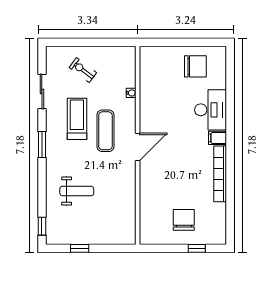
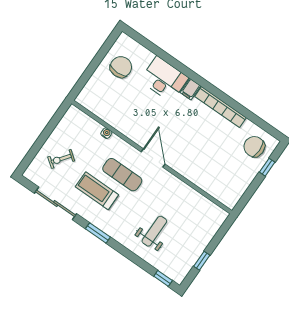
sliding door: (42, 92) -> (56, 203), width x1.37
chair: (184, 220) -> (254, 147), moved

